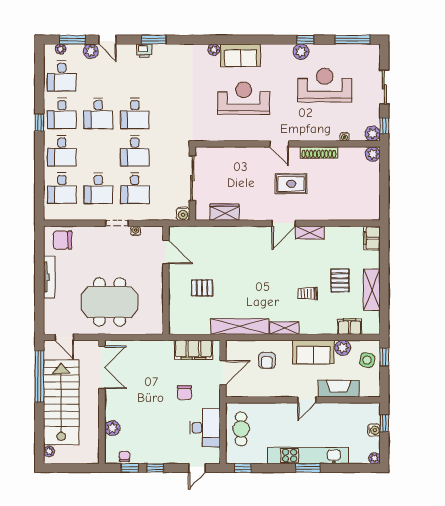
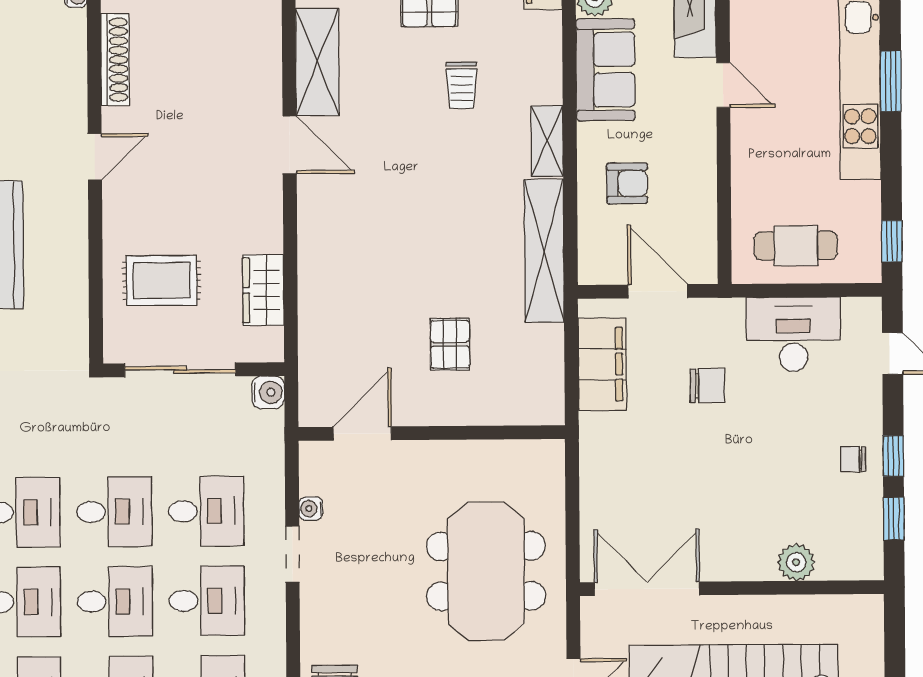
desk: (98, 151) -> (115, 601), added
rug: (291, 184) -> (162, 280), moved, turned 90
shelving: (310, 233) -> (317, 62), width x1.50, depth x1.33
chair: (124, 456) -> (853, 459), moved

